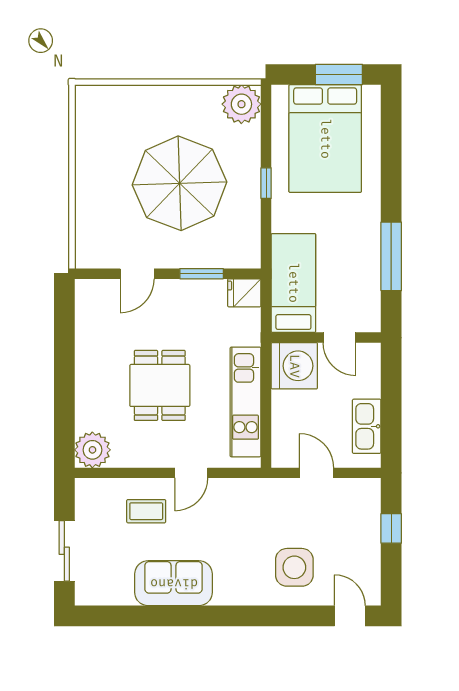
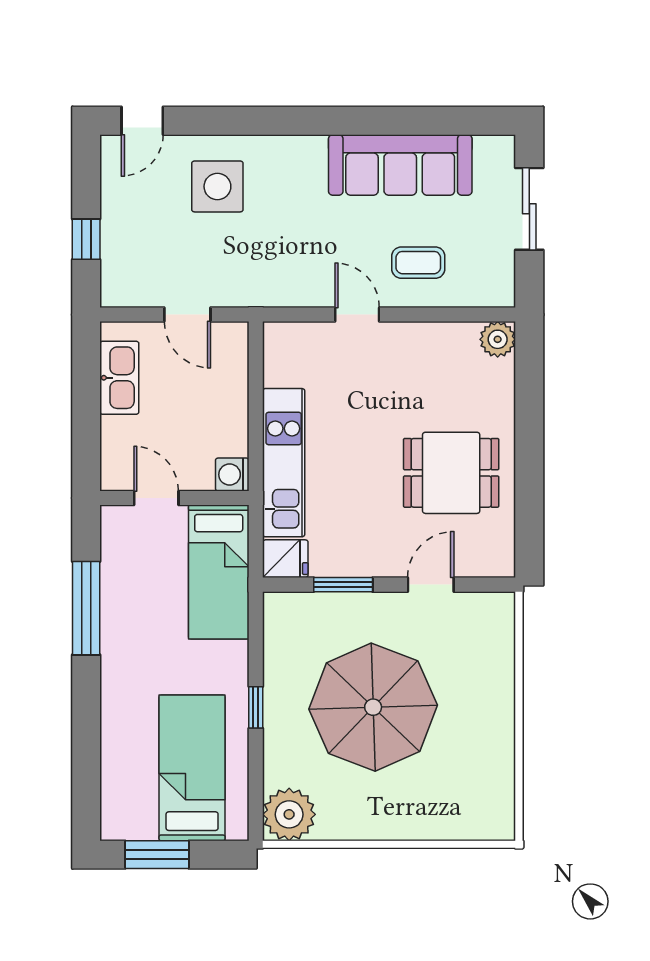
bed: (325, 139) -> (192, 768), width x0.67
washing machine: (294, 366) -> (232, 475), width x0.53, depth x0.53
dining table: (160, 385) -> (451, 473), moved, turned 90
kitchen unit: (245, 402) -> (284, 463), moved
plant: (92, 450) -> (498, 339), width x0.73, depth x0.73
door: (191, 473) -> (357, 315), hinge flipped
sofa: (174, 583) -> (400, 165), width x1.36
door: (350, 616) -> (142, 121), hinge flipped

